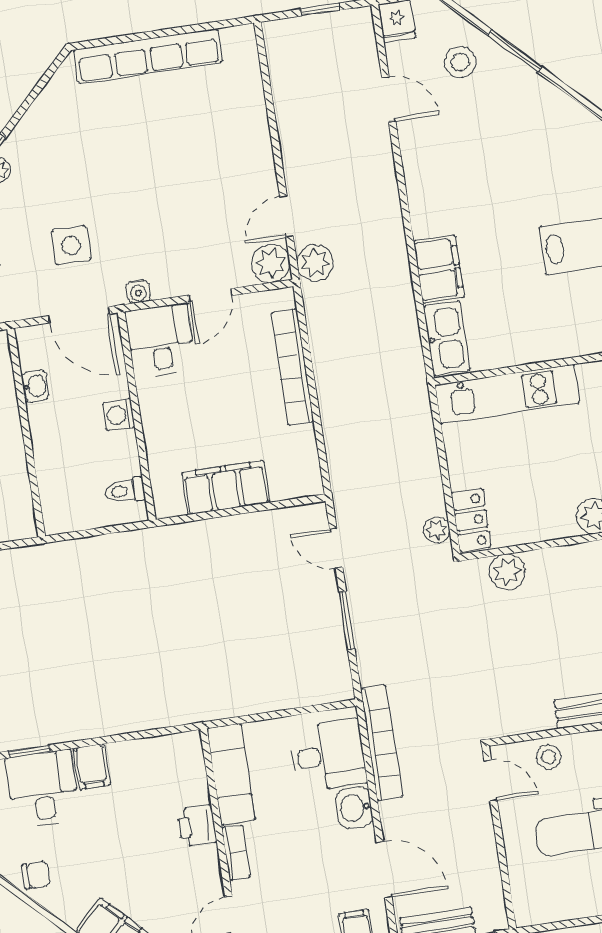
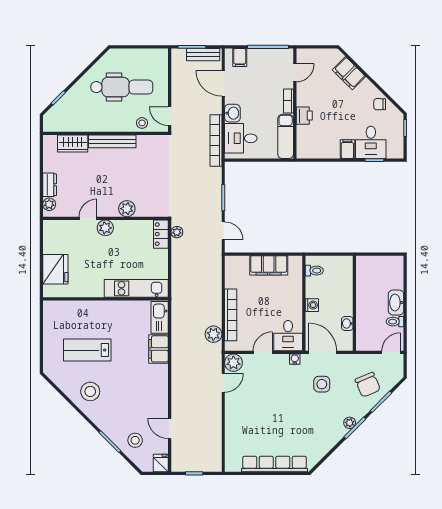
stool: (574, 154) -> (90, 391), added
plant: (315, 263) -> (213, 334), moved
plant: (507, 572) -> (127, 209), moved

